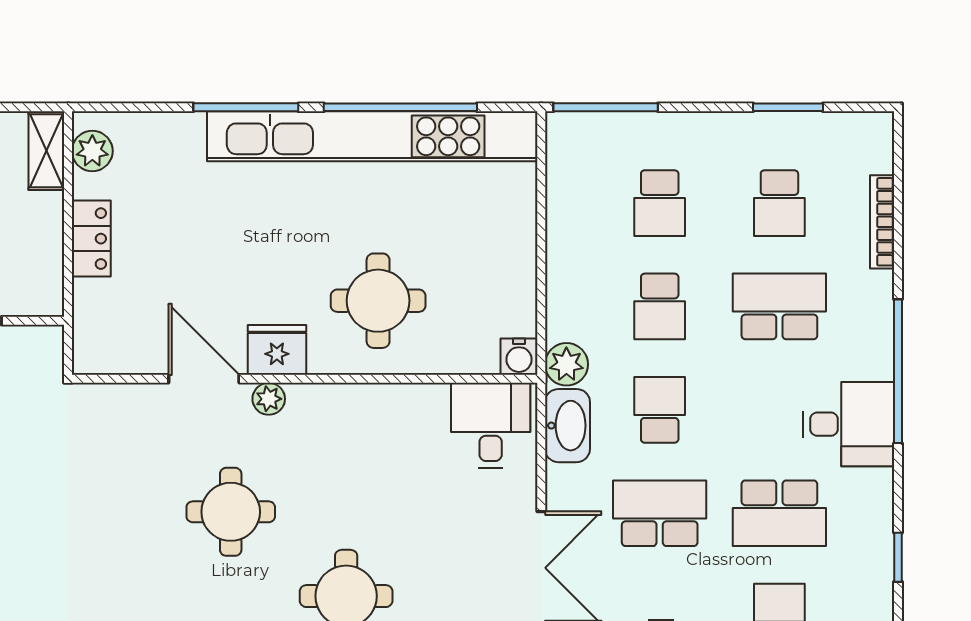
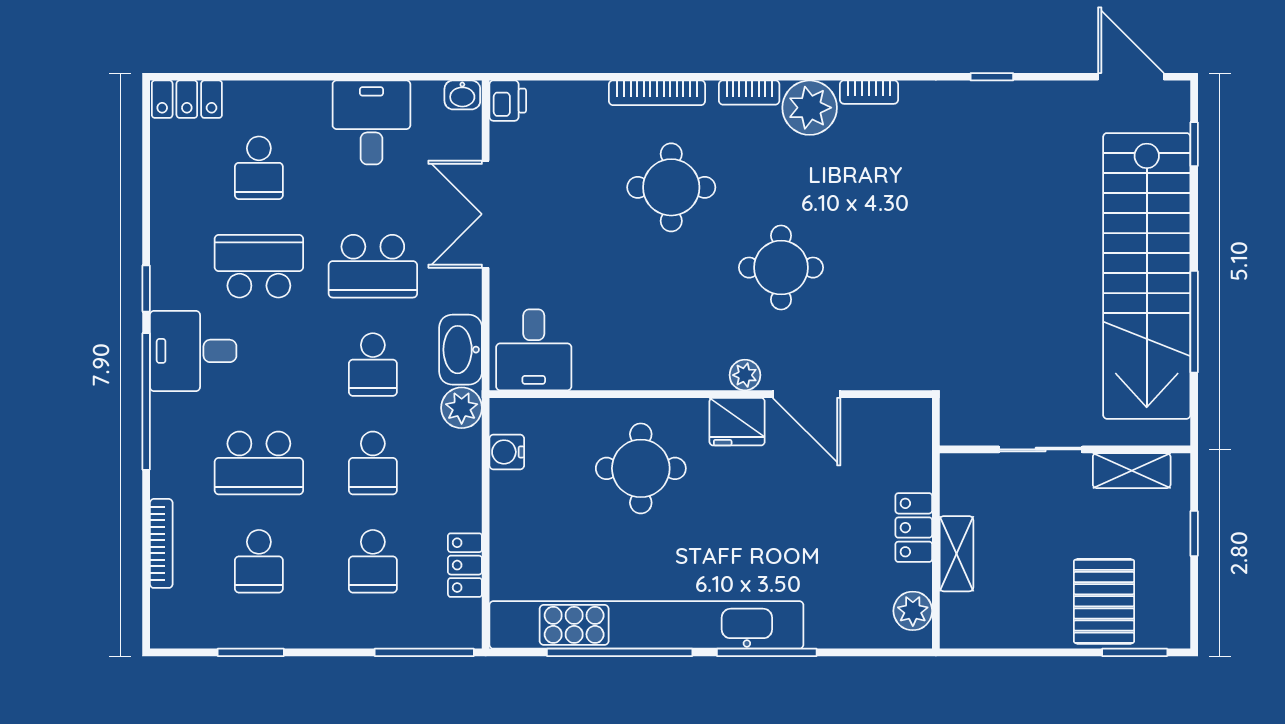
shelving: (46, 151) -> (956, 554), moved
locker: (563, 199) -> (465, 565), added
school desk: (660, 203) -> (373, 561), turned 180
school desk: (779, 203) -> (259, 561), turned 180
school desk: (660, 306) -> (373, 463), turned 180
water cooler: (519, 357) -> (507, 452), moved, turned -90
window: (898, 557) -> (146, 288), moved

